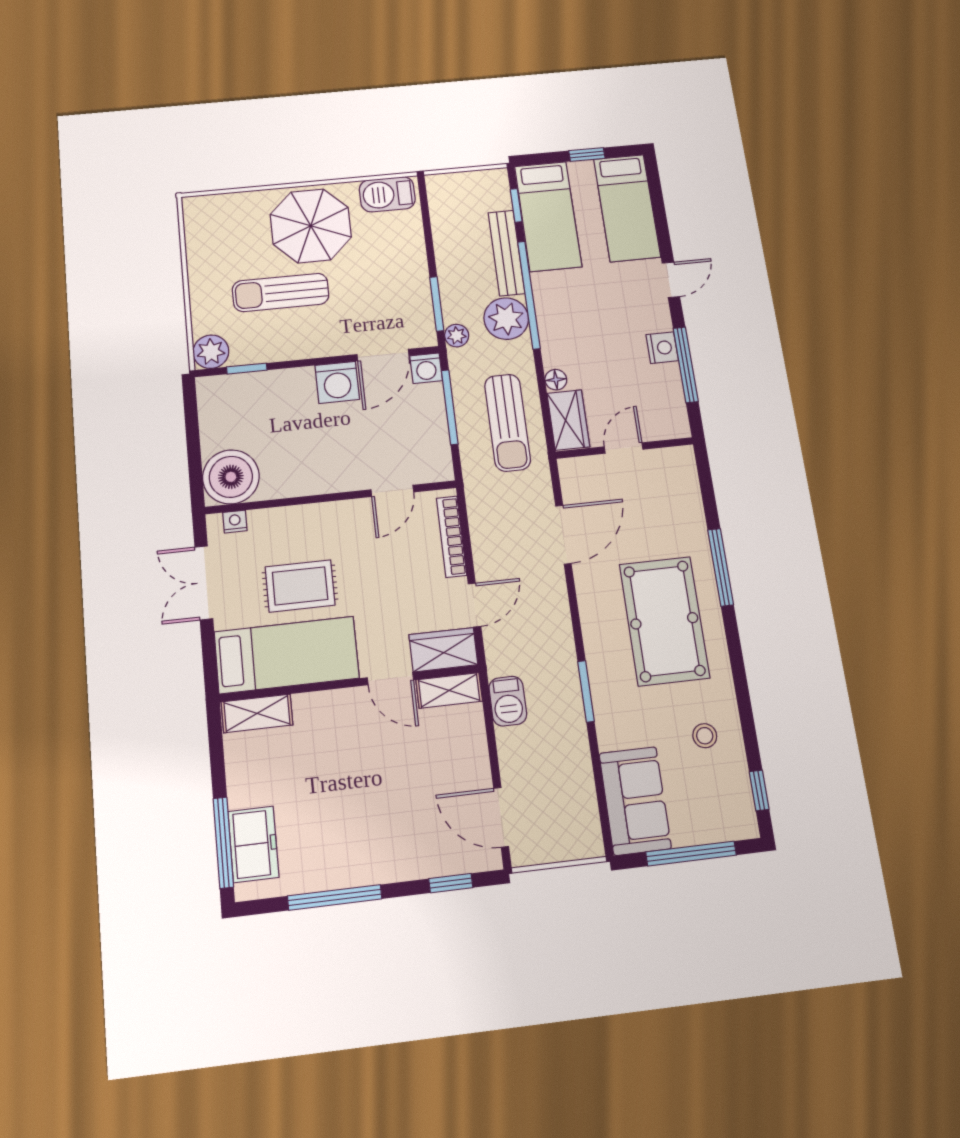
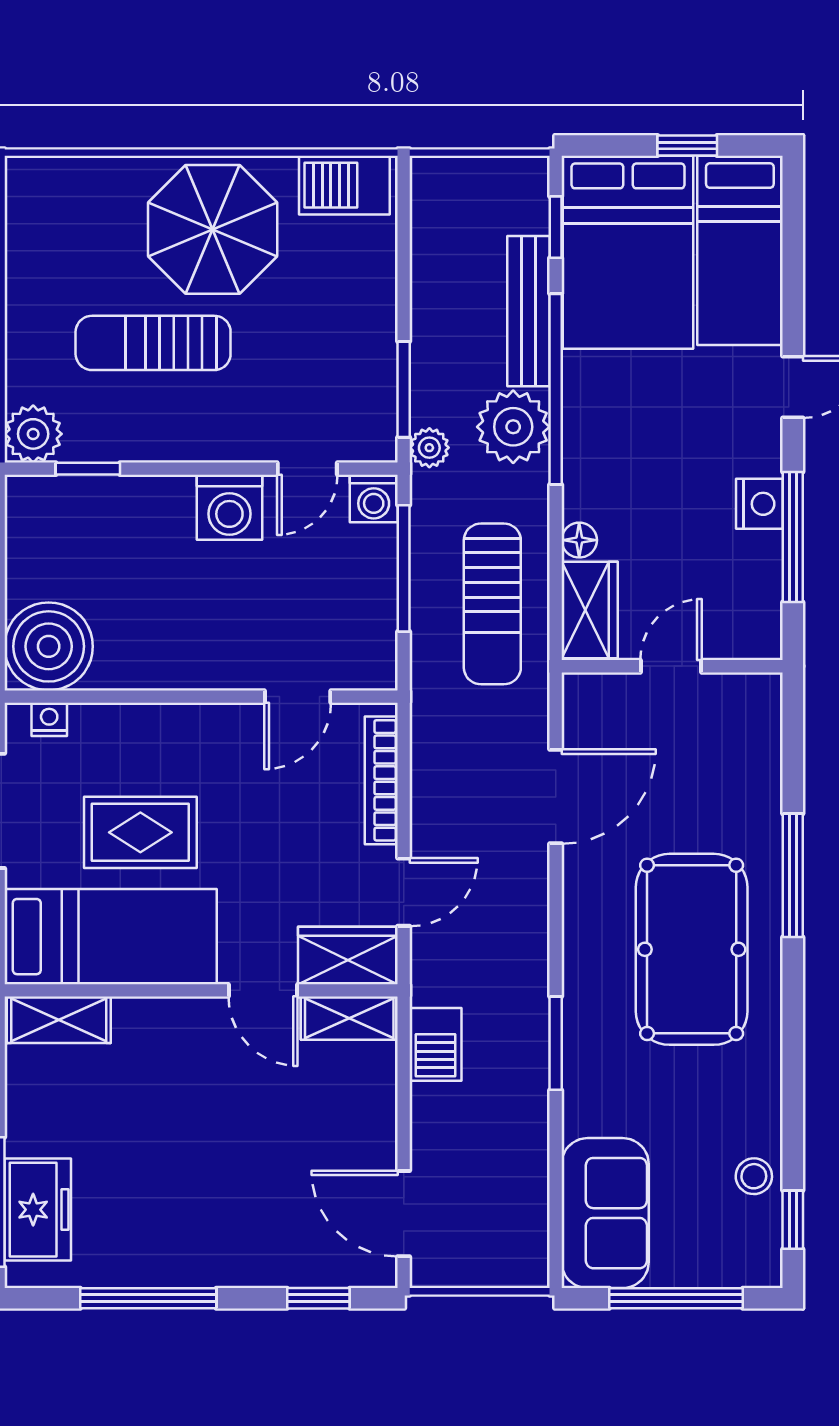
bed: (548, 216) -> (628, 252), width x1.50
door: (383, 355) -> (307, 469), width x0.73
stool: (705, 736) -> (754, 1176), moved

